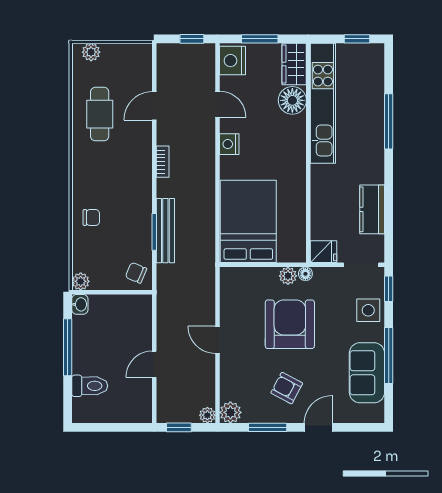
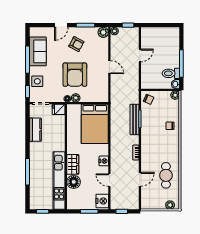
wardrobe: (294, 64) -> (73, 164), moved
toilet: (90, 386) -> (171, 73), moved

